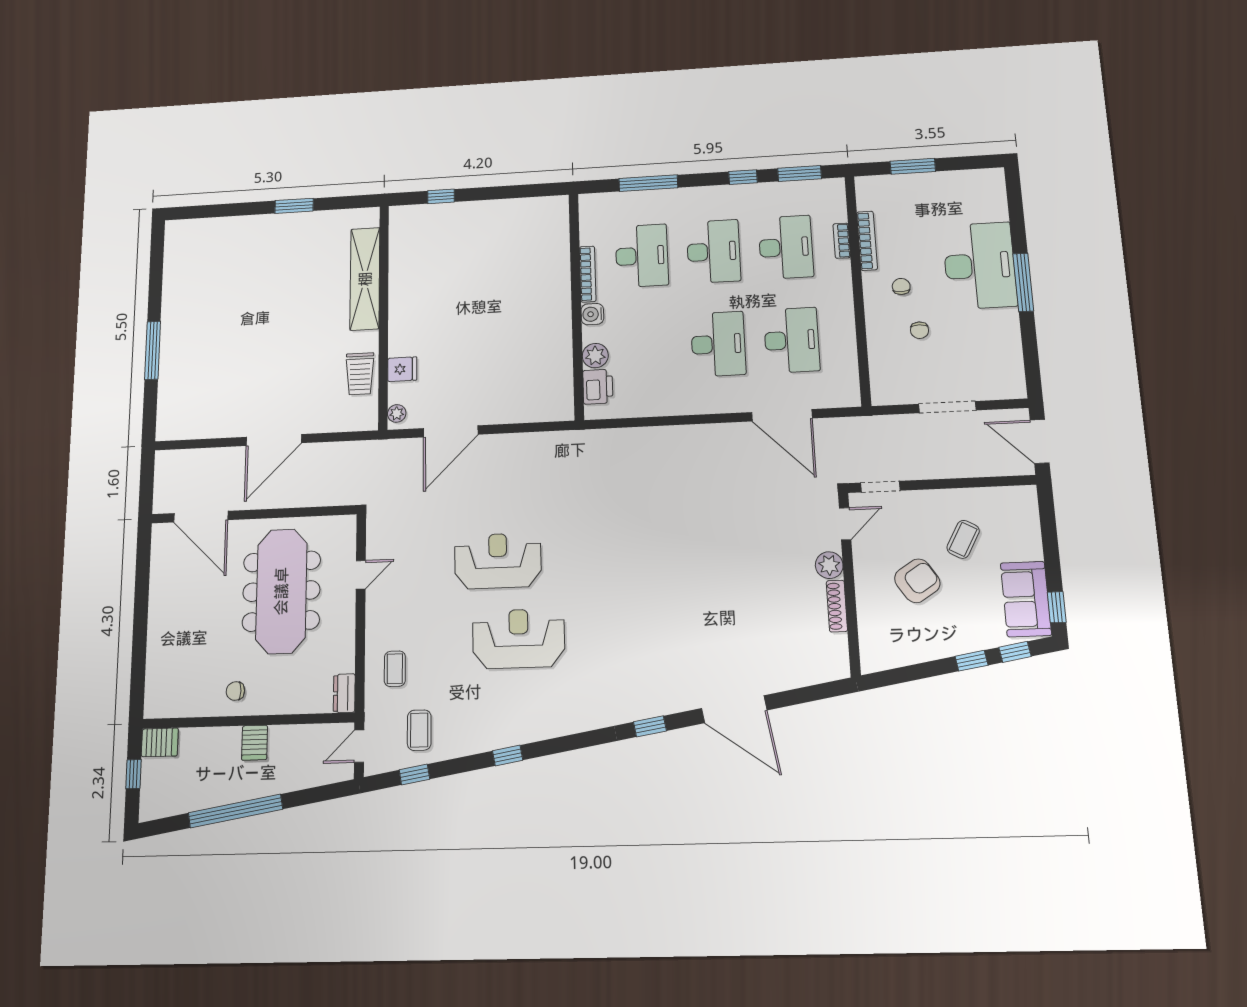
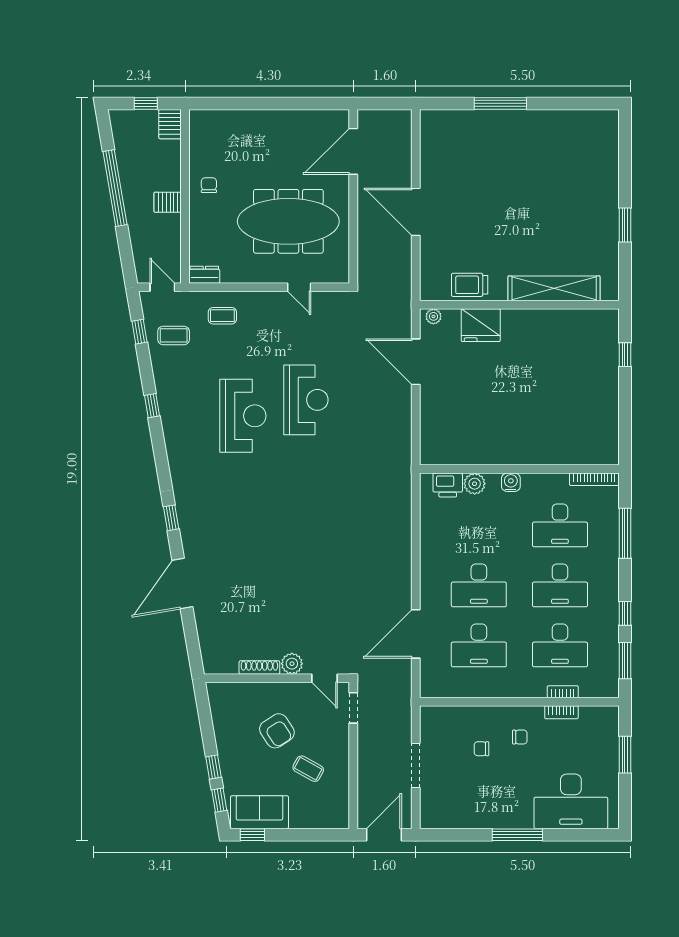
bookcase: (867, 241) -> (561, 712), width x0.64
desk: (980, 266) -> (571, 801), moved
bookcase: (588, 274) -> (594, 479), moved
fridge: (402, 369) -> (481, 325), width x1.88, depth x1.34

